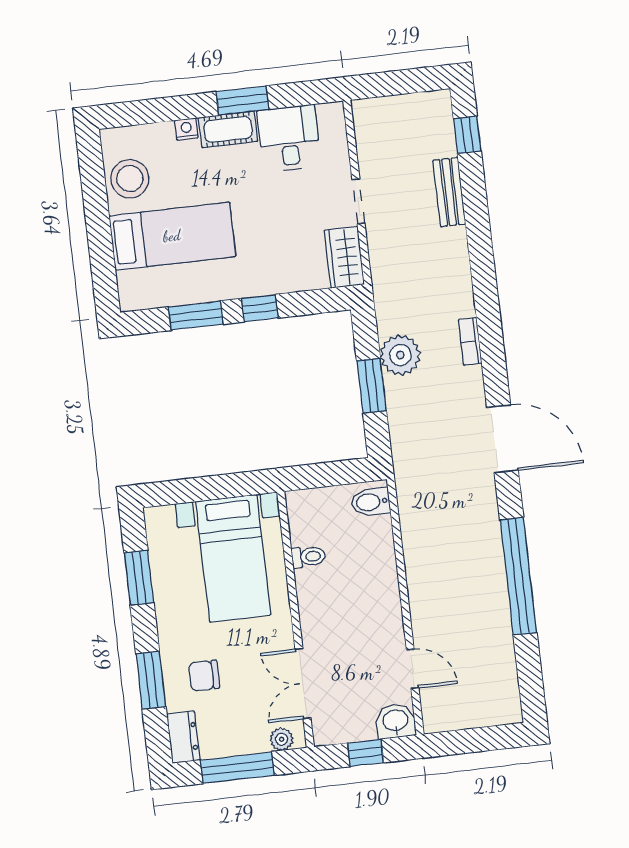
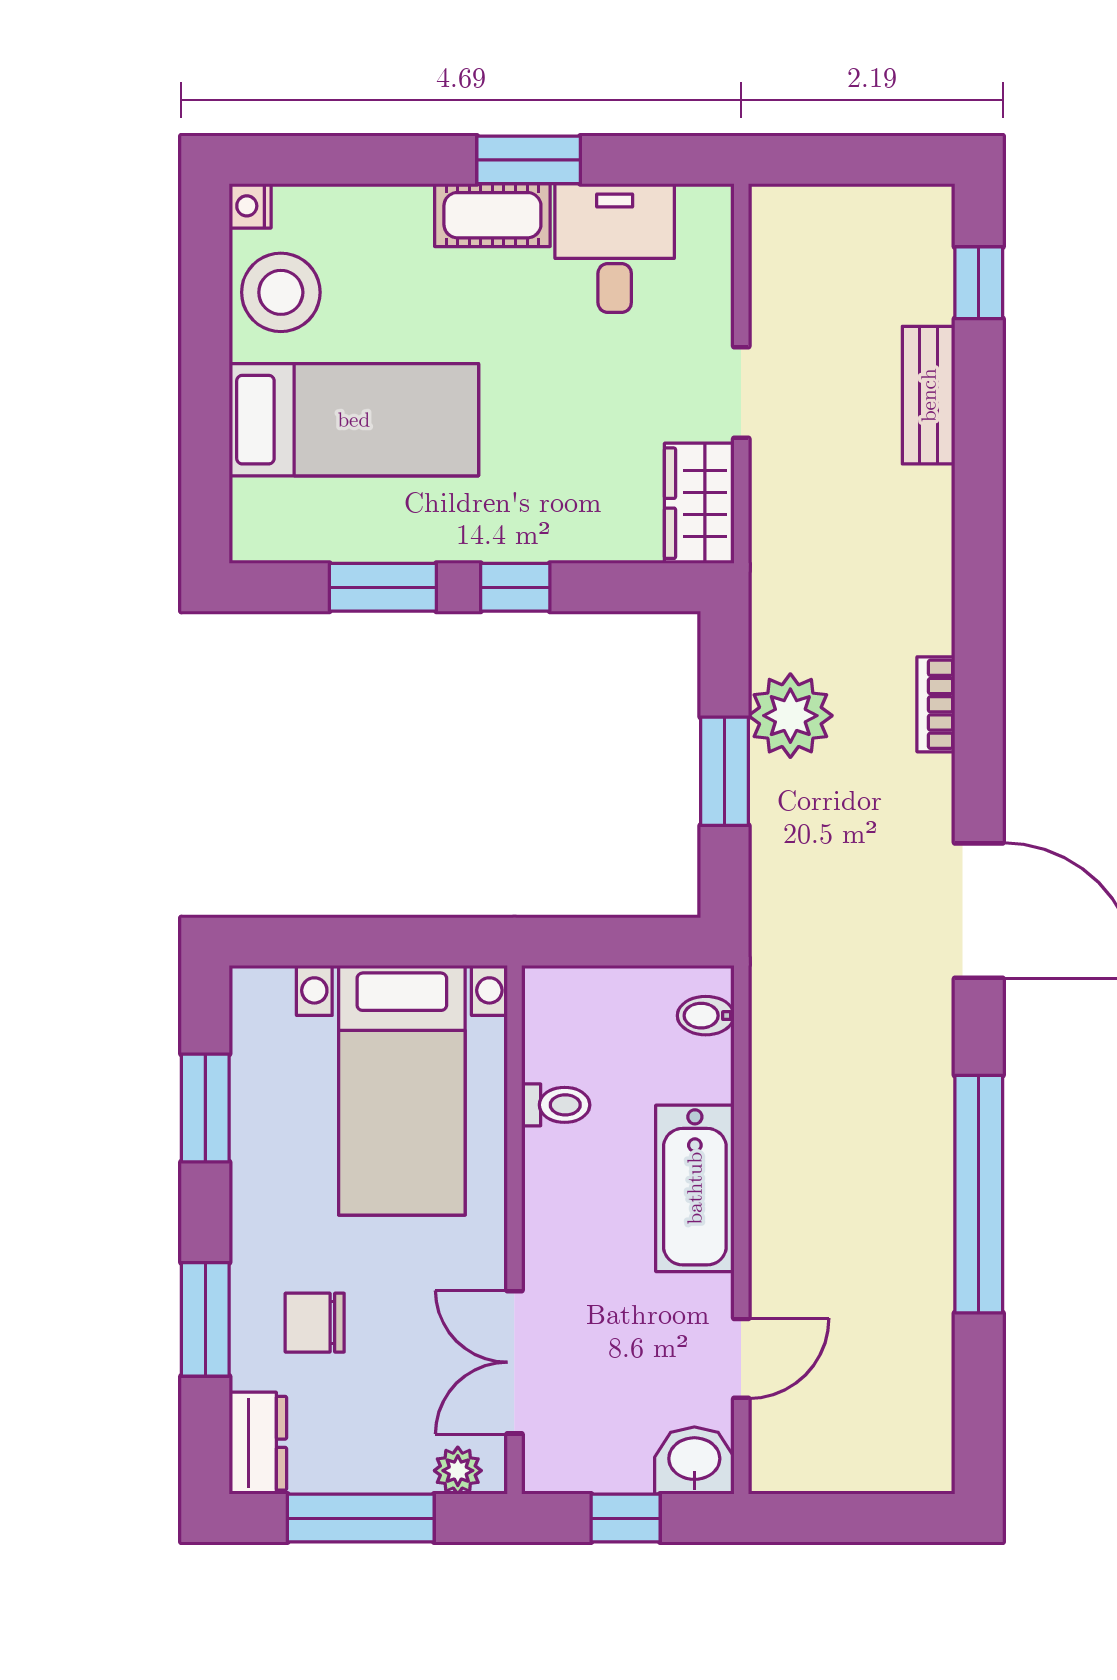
nightstand: (186, 129) -> (250, 206), moved, turned -90
bidet: (371, 502) -> (706, 1016), width x0.72, depth x0.74
bathtub: (381, 589) -> (695, 1188), added
door: (413, 669) -> (741, 1358), hinge flipped

